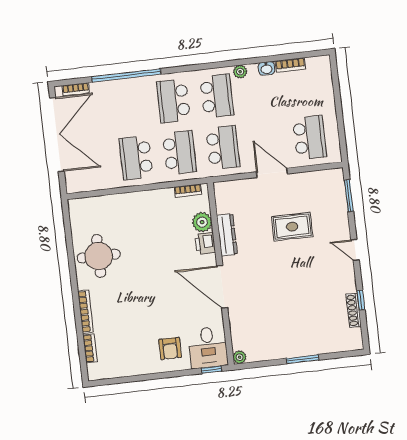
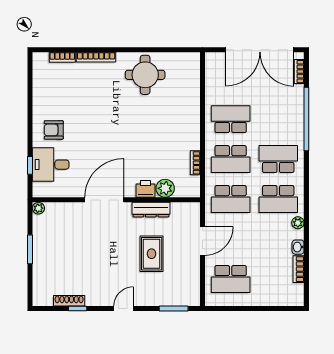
plant: (202, 222) -> (165, 188), moved
dresser: (227, 235) -> (151, 210), moved
printer: (205, 243) -> (145, 189), moved
wall: (221, 274) -> (116, 200), moved
door: (222, 287) -> (104, 200), moved
plant: (240, 357) -> (38, 208), moved

